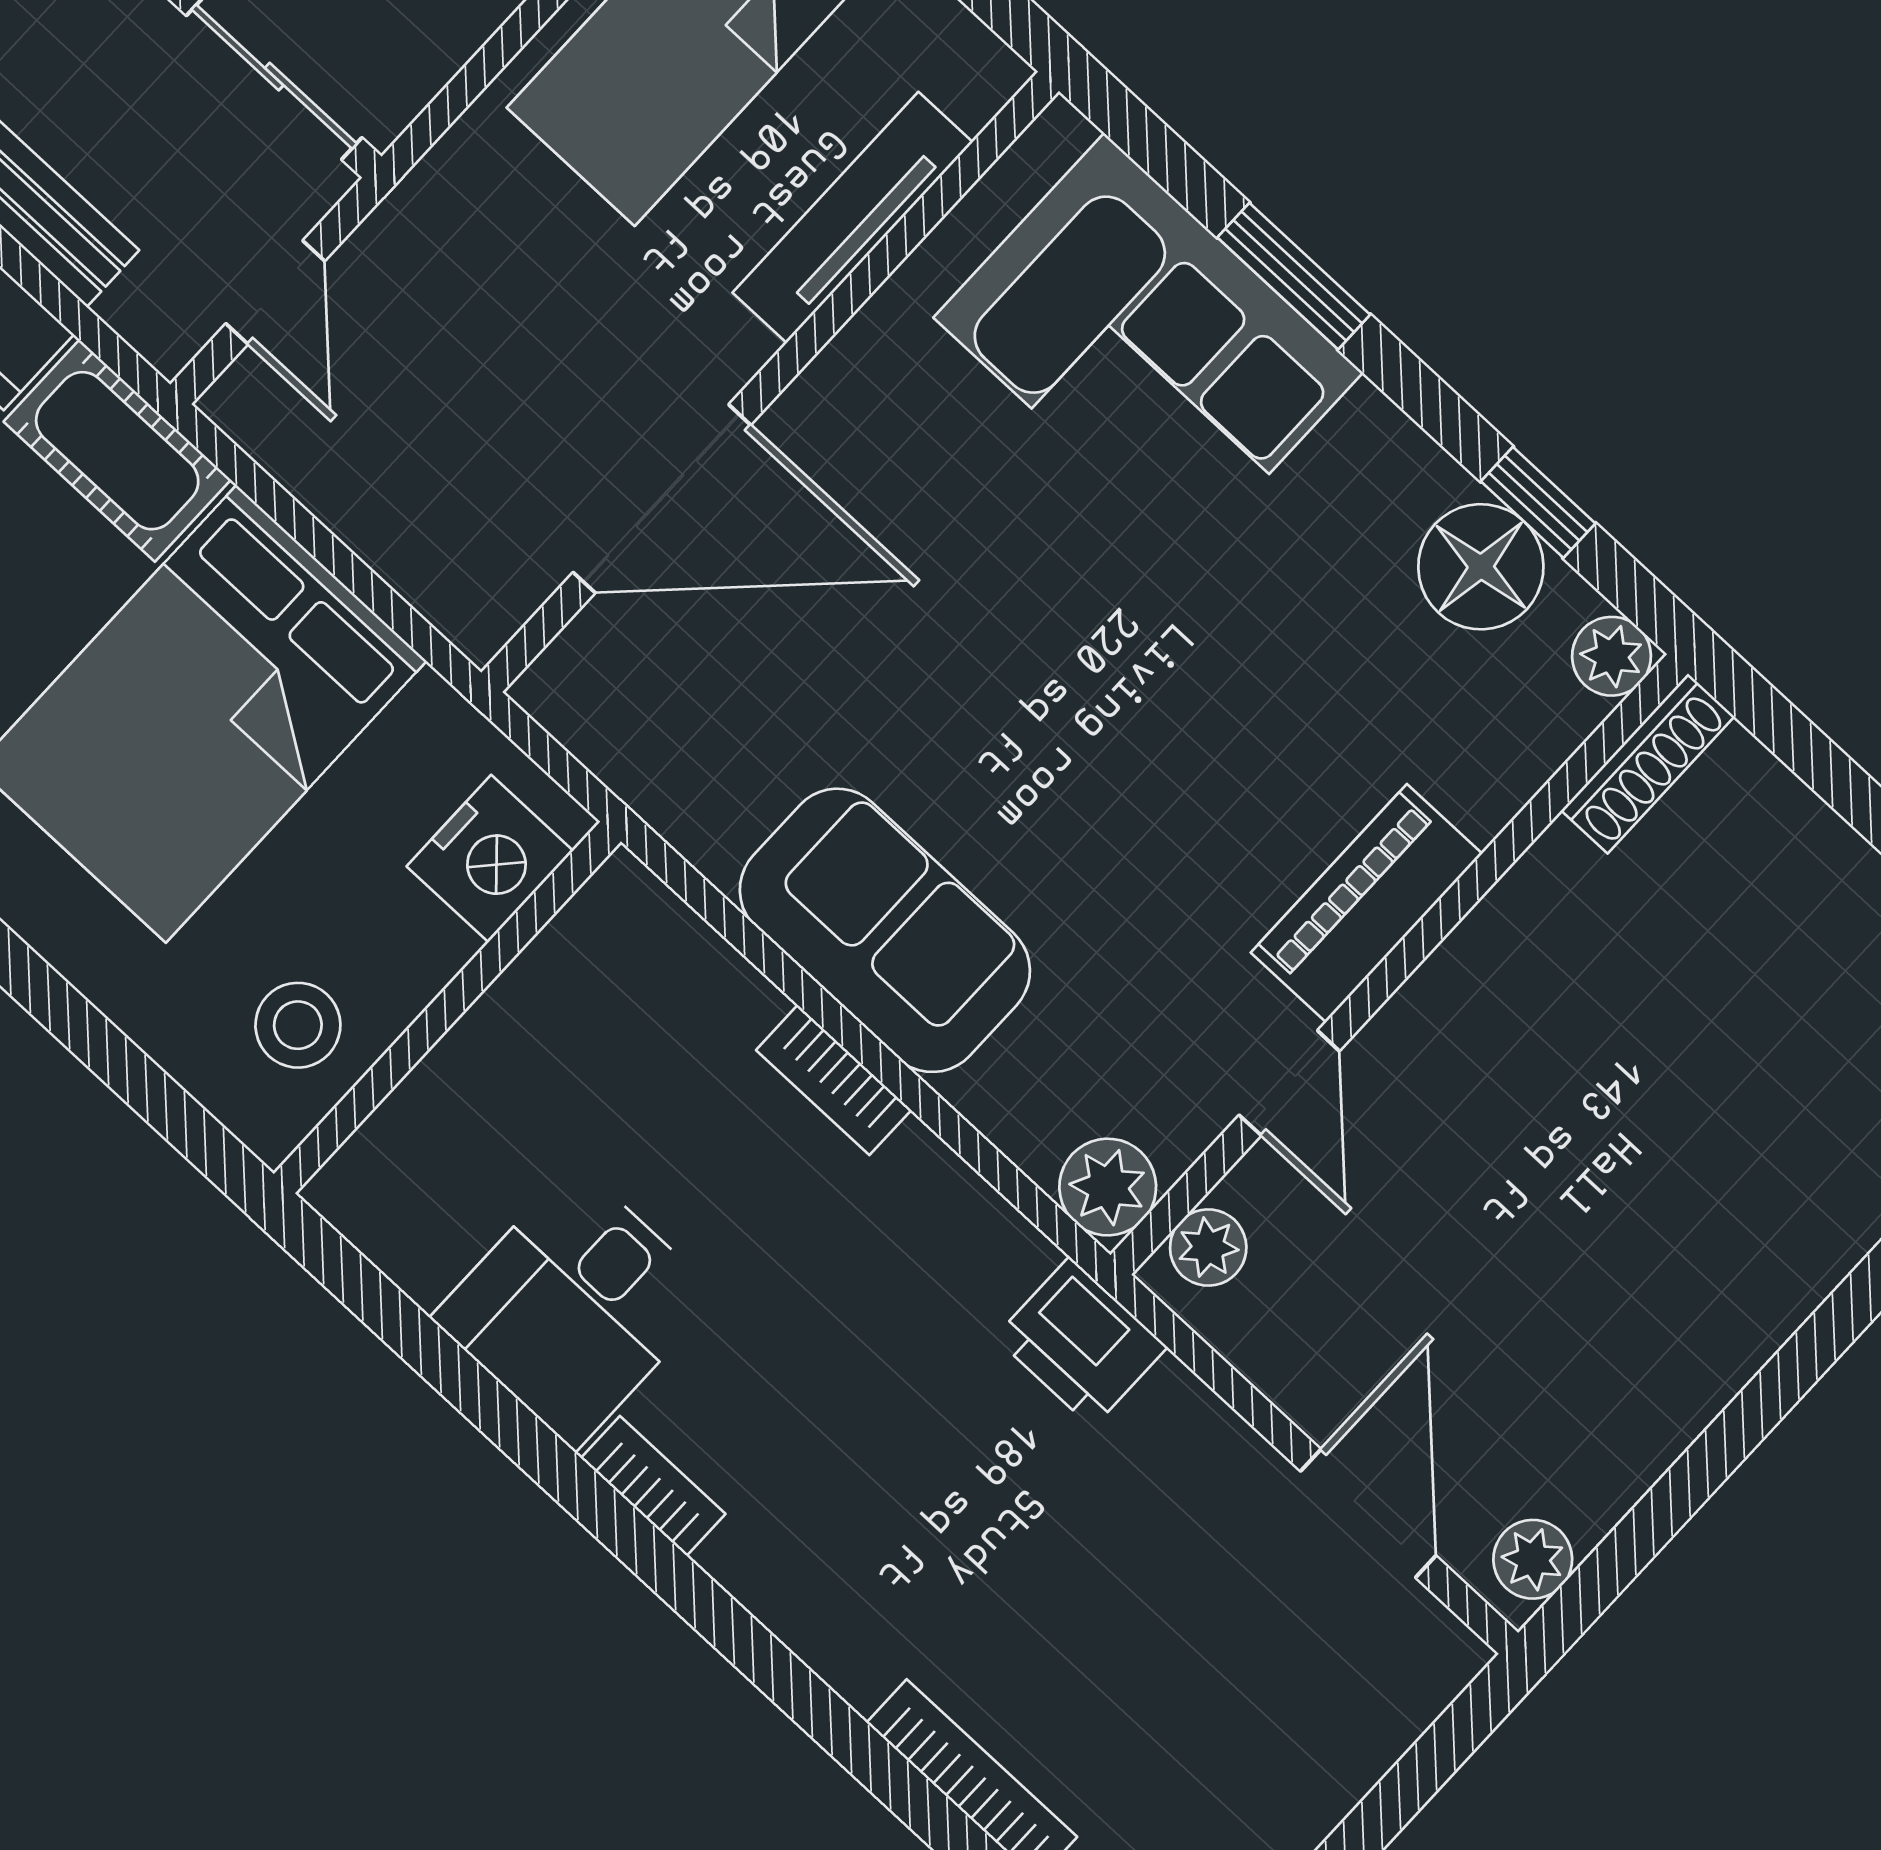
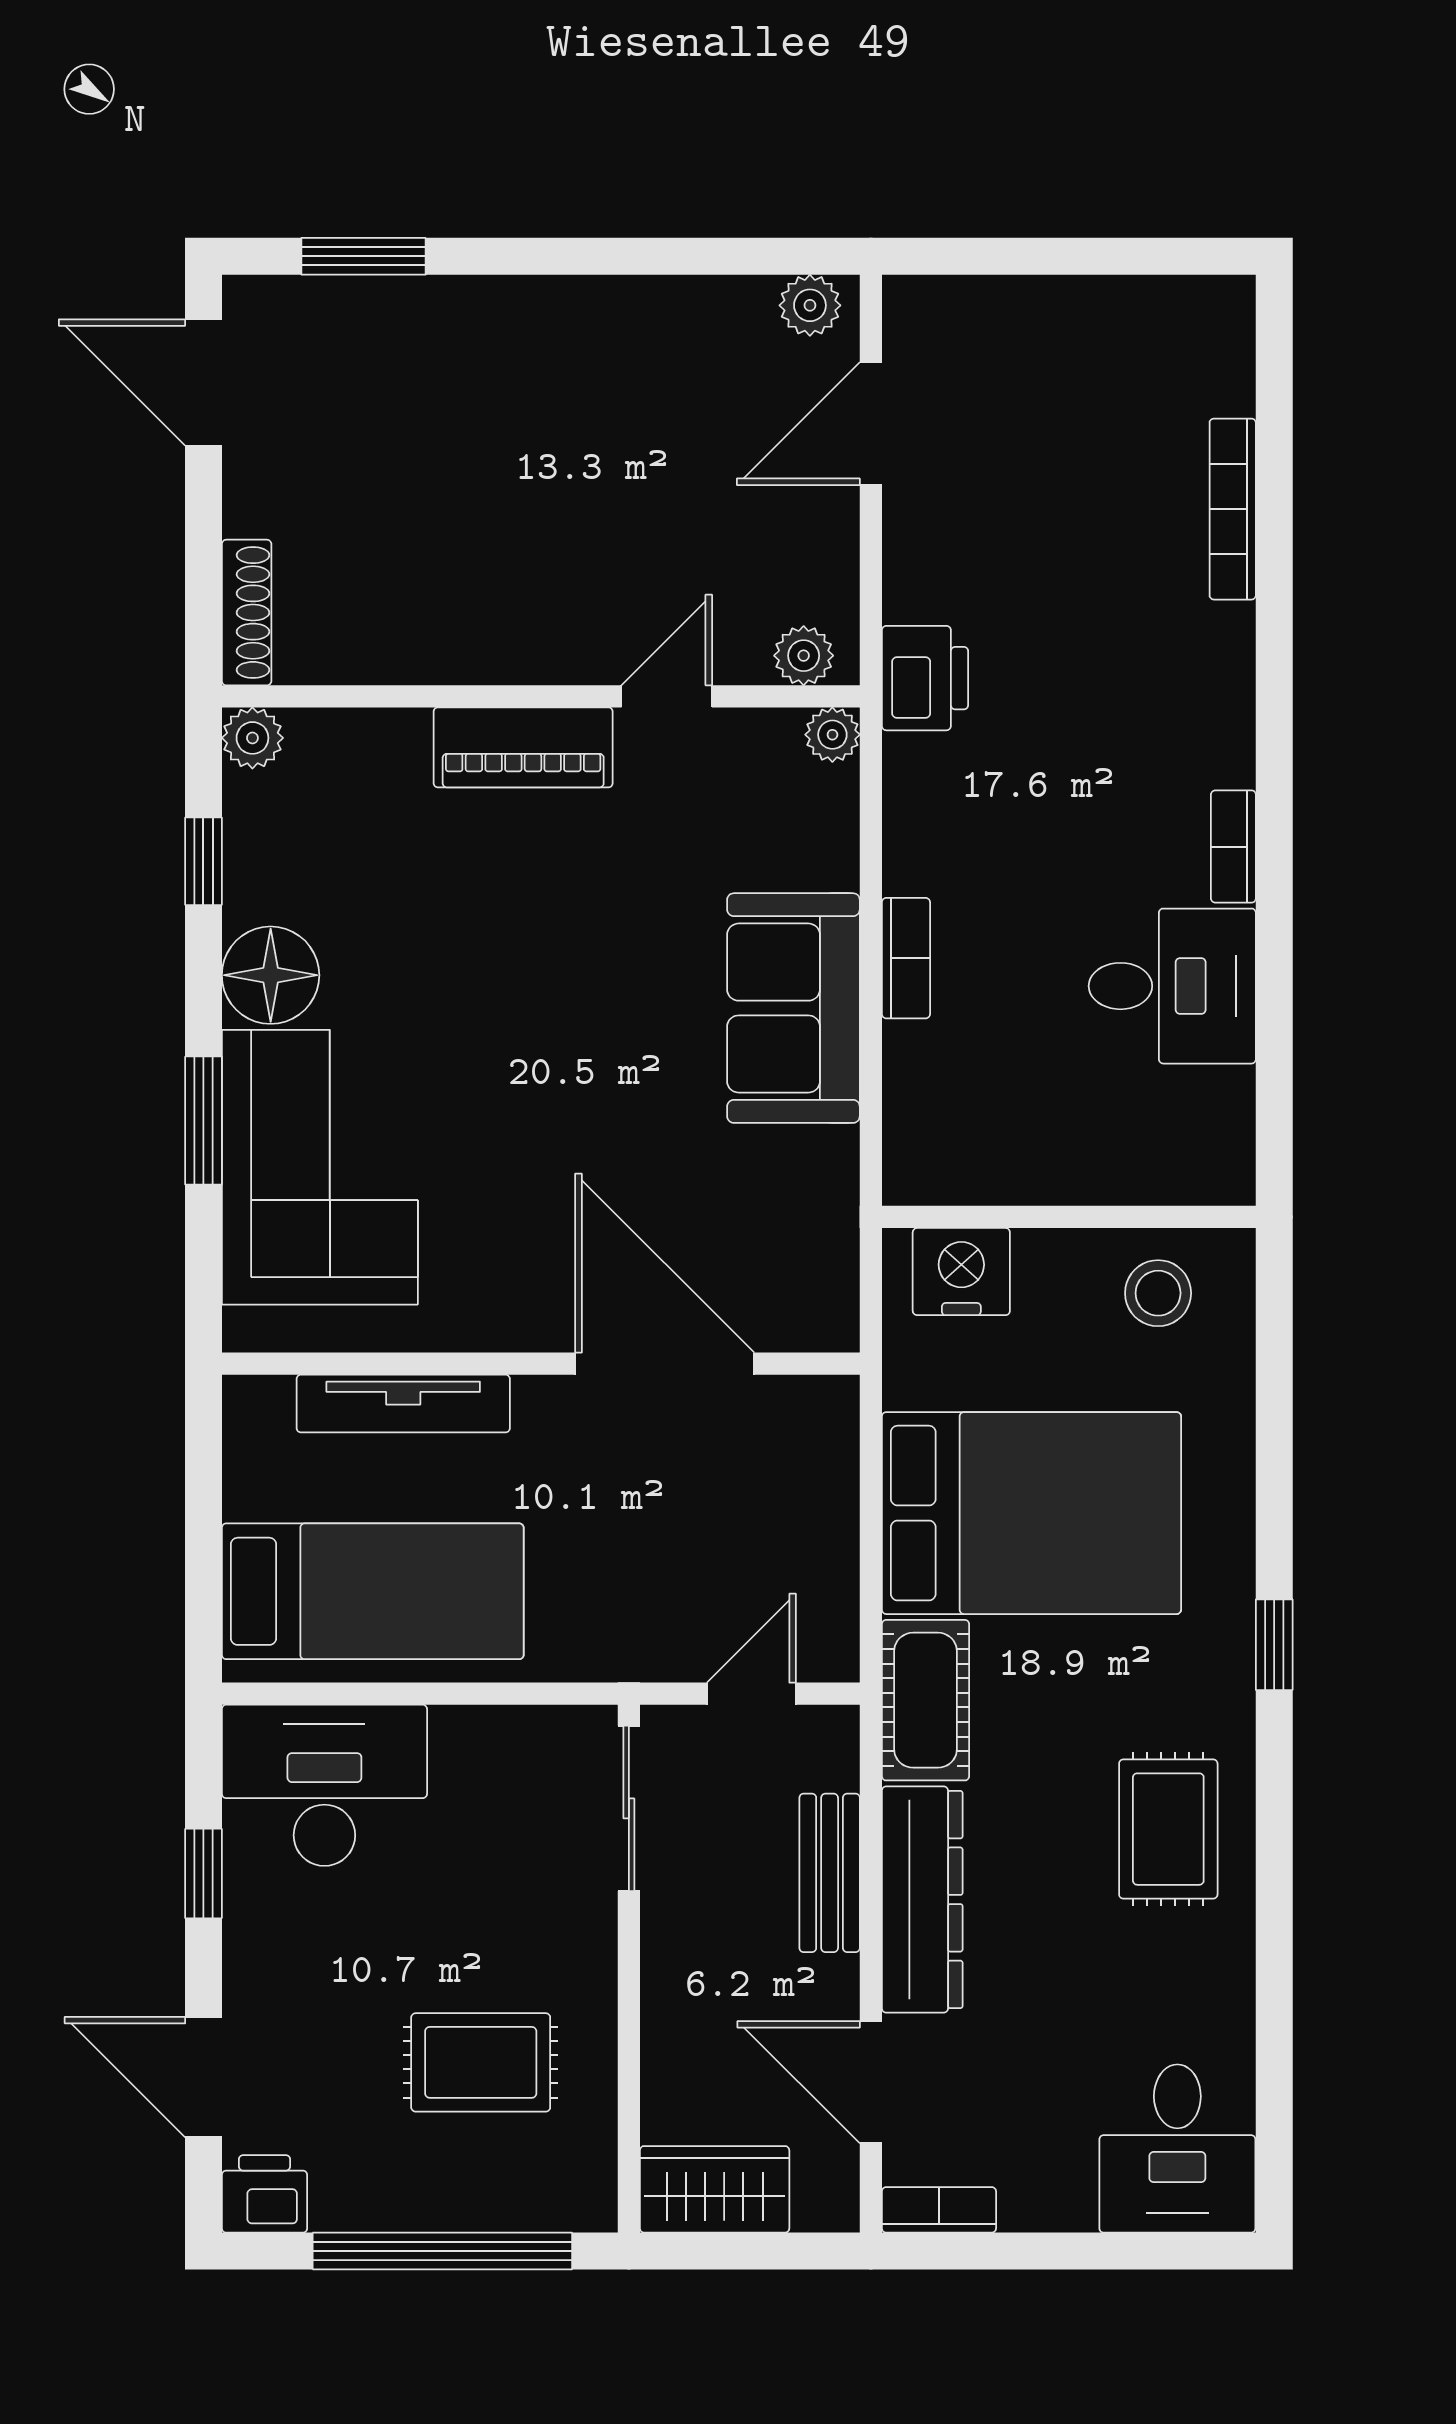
floor lamp: (1481, 567) -> (271, 975), moved
shoe rack: (1648, 763) -> (247, 613), moved, turned 90
plant: (1108, 1187) -> (832, 735), width x0.73, depth x0.73

